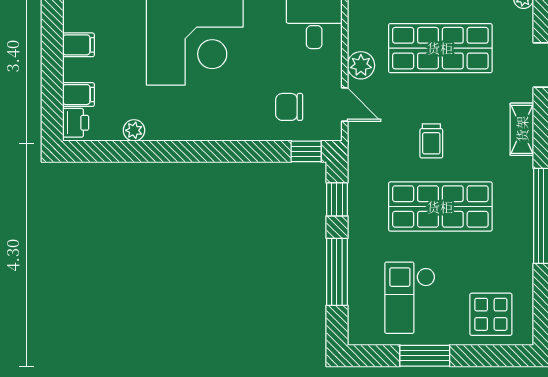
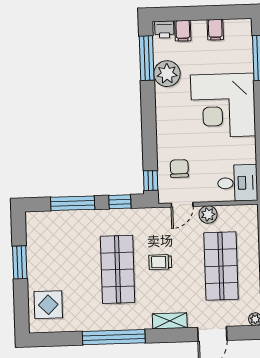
plant: (134, 130) -> (167, 74), width x1.87, depth x1.87
window: (119, 151) -> (147, 58), added
checkout: (410, 298) -> (57, 251), removed

